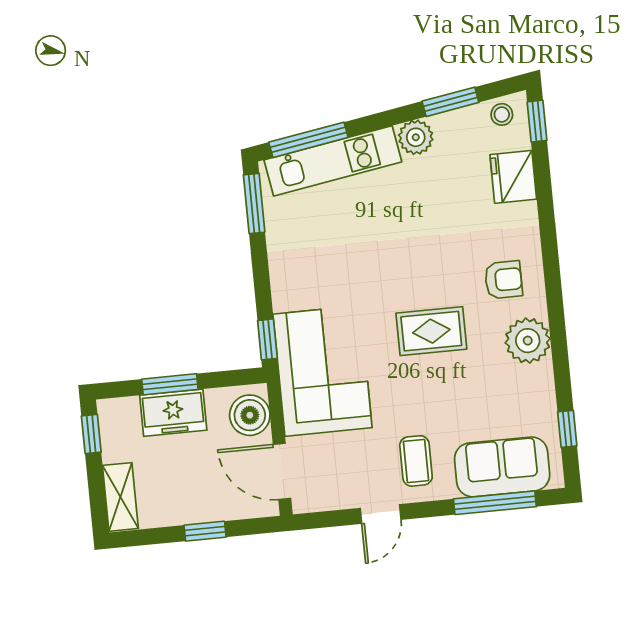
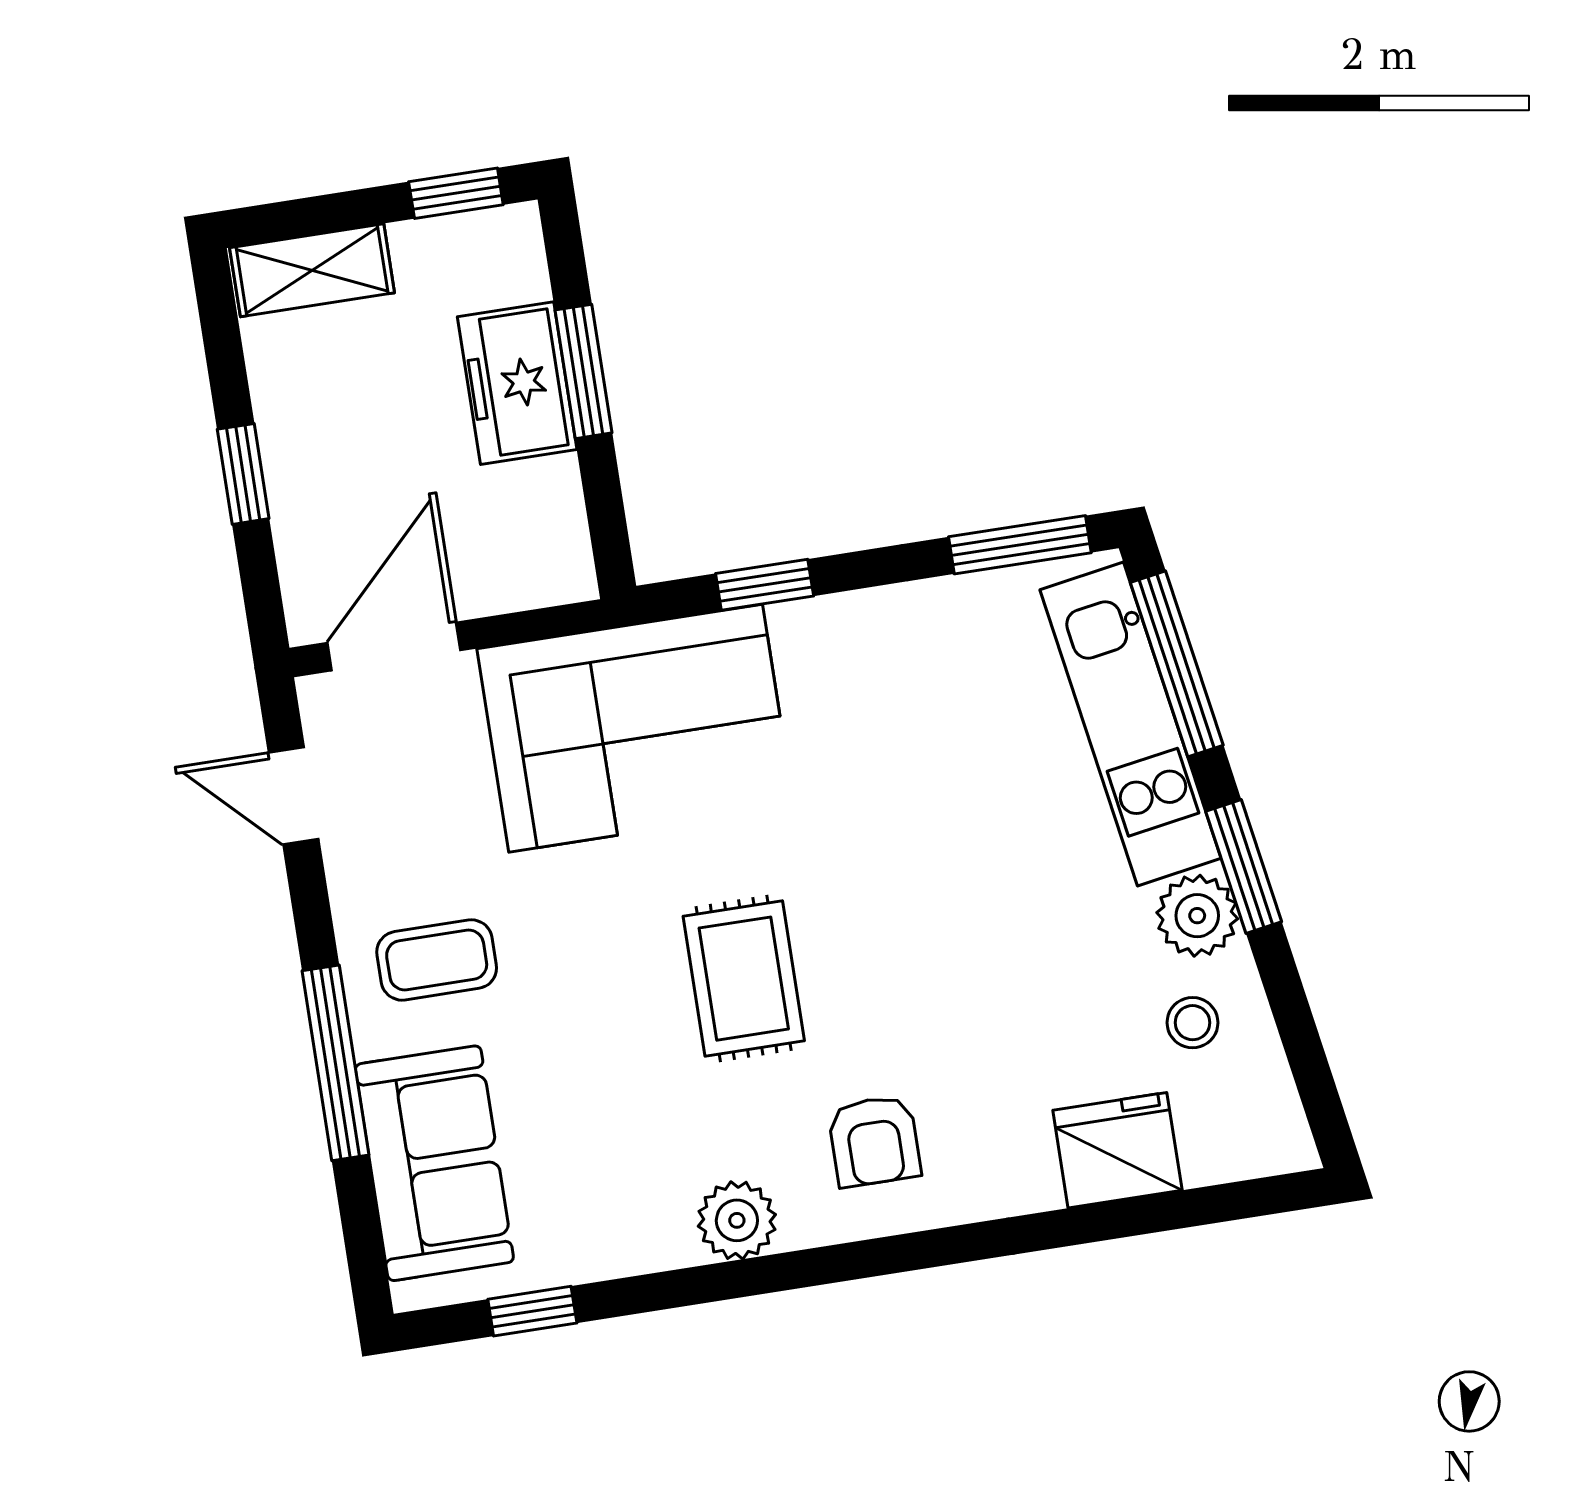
window: (450, 102) -> (1244, 866), moved
stool: (502, 114) -> (1193, 1023), moved
window: (537, 121) -> (1252, 1198), removed
window: (267, 339) -> (765, 585), moved
plant: (528, 341) -> (737, 1220), width x0.73, depth x0.73
boiler: (250, 415) -> (522, 563), removed
window: (495, 503) -> (335, 1063), moved
door: (381, 514) -> (294, 796), moved

